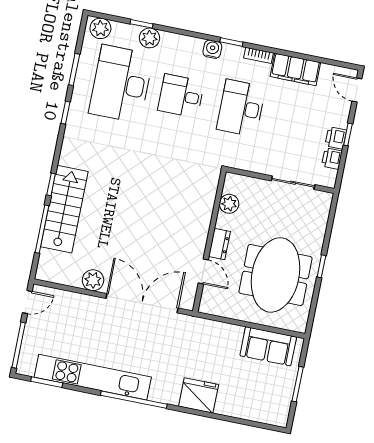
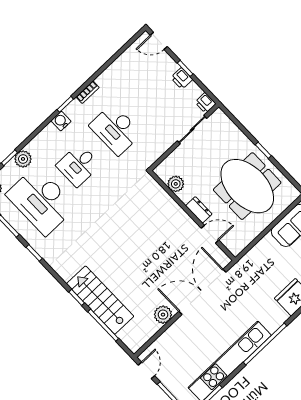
filing cabinet: (295, 69) -> (115, 74), removed
printer: (332, 159) -> (205, 103), moved

